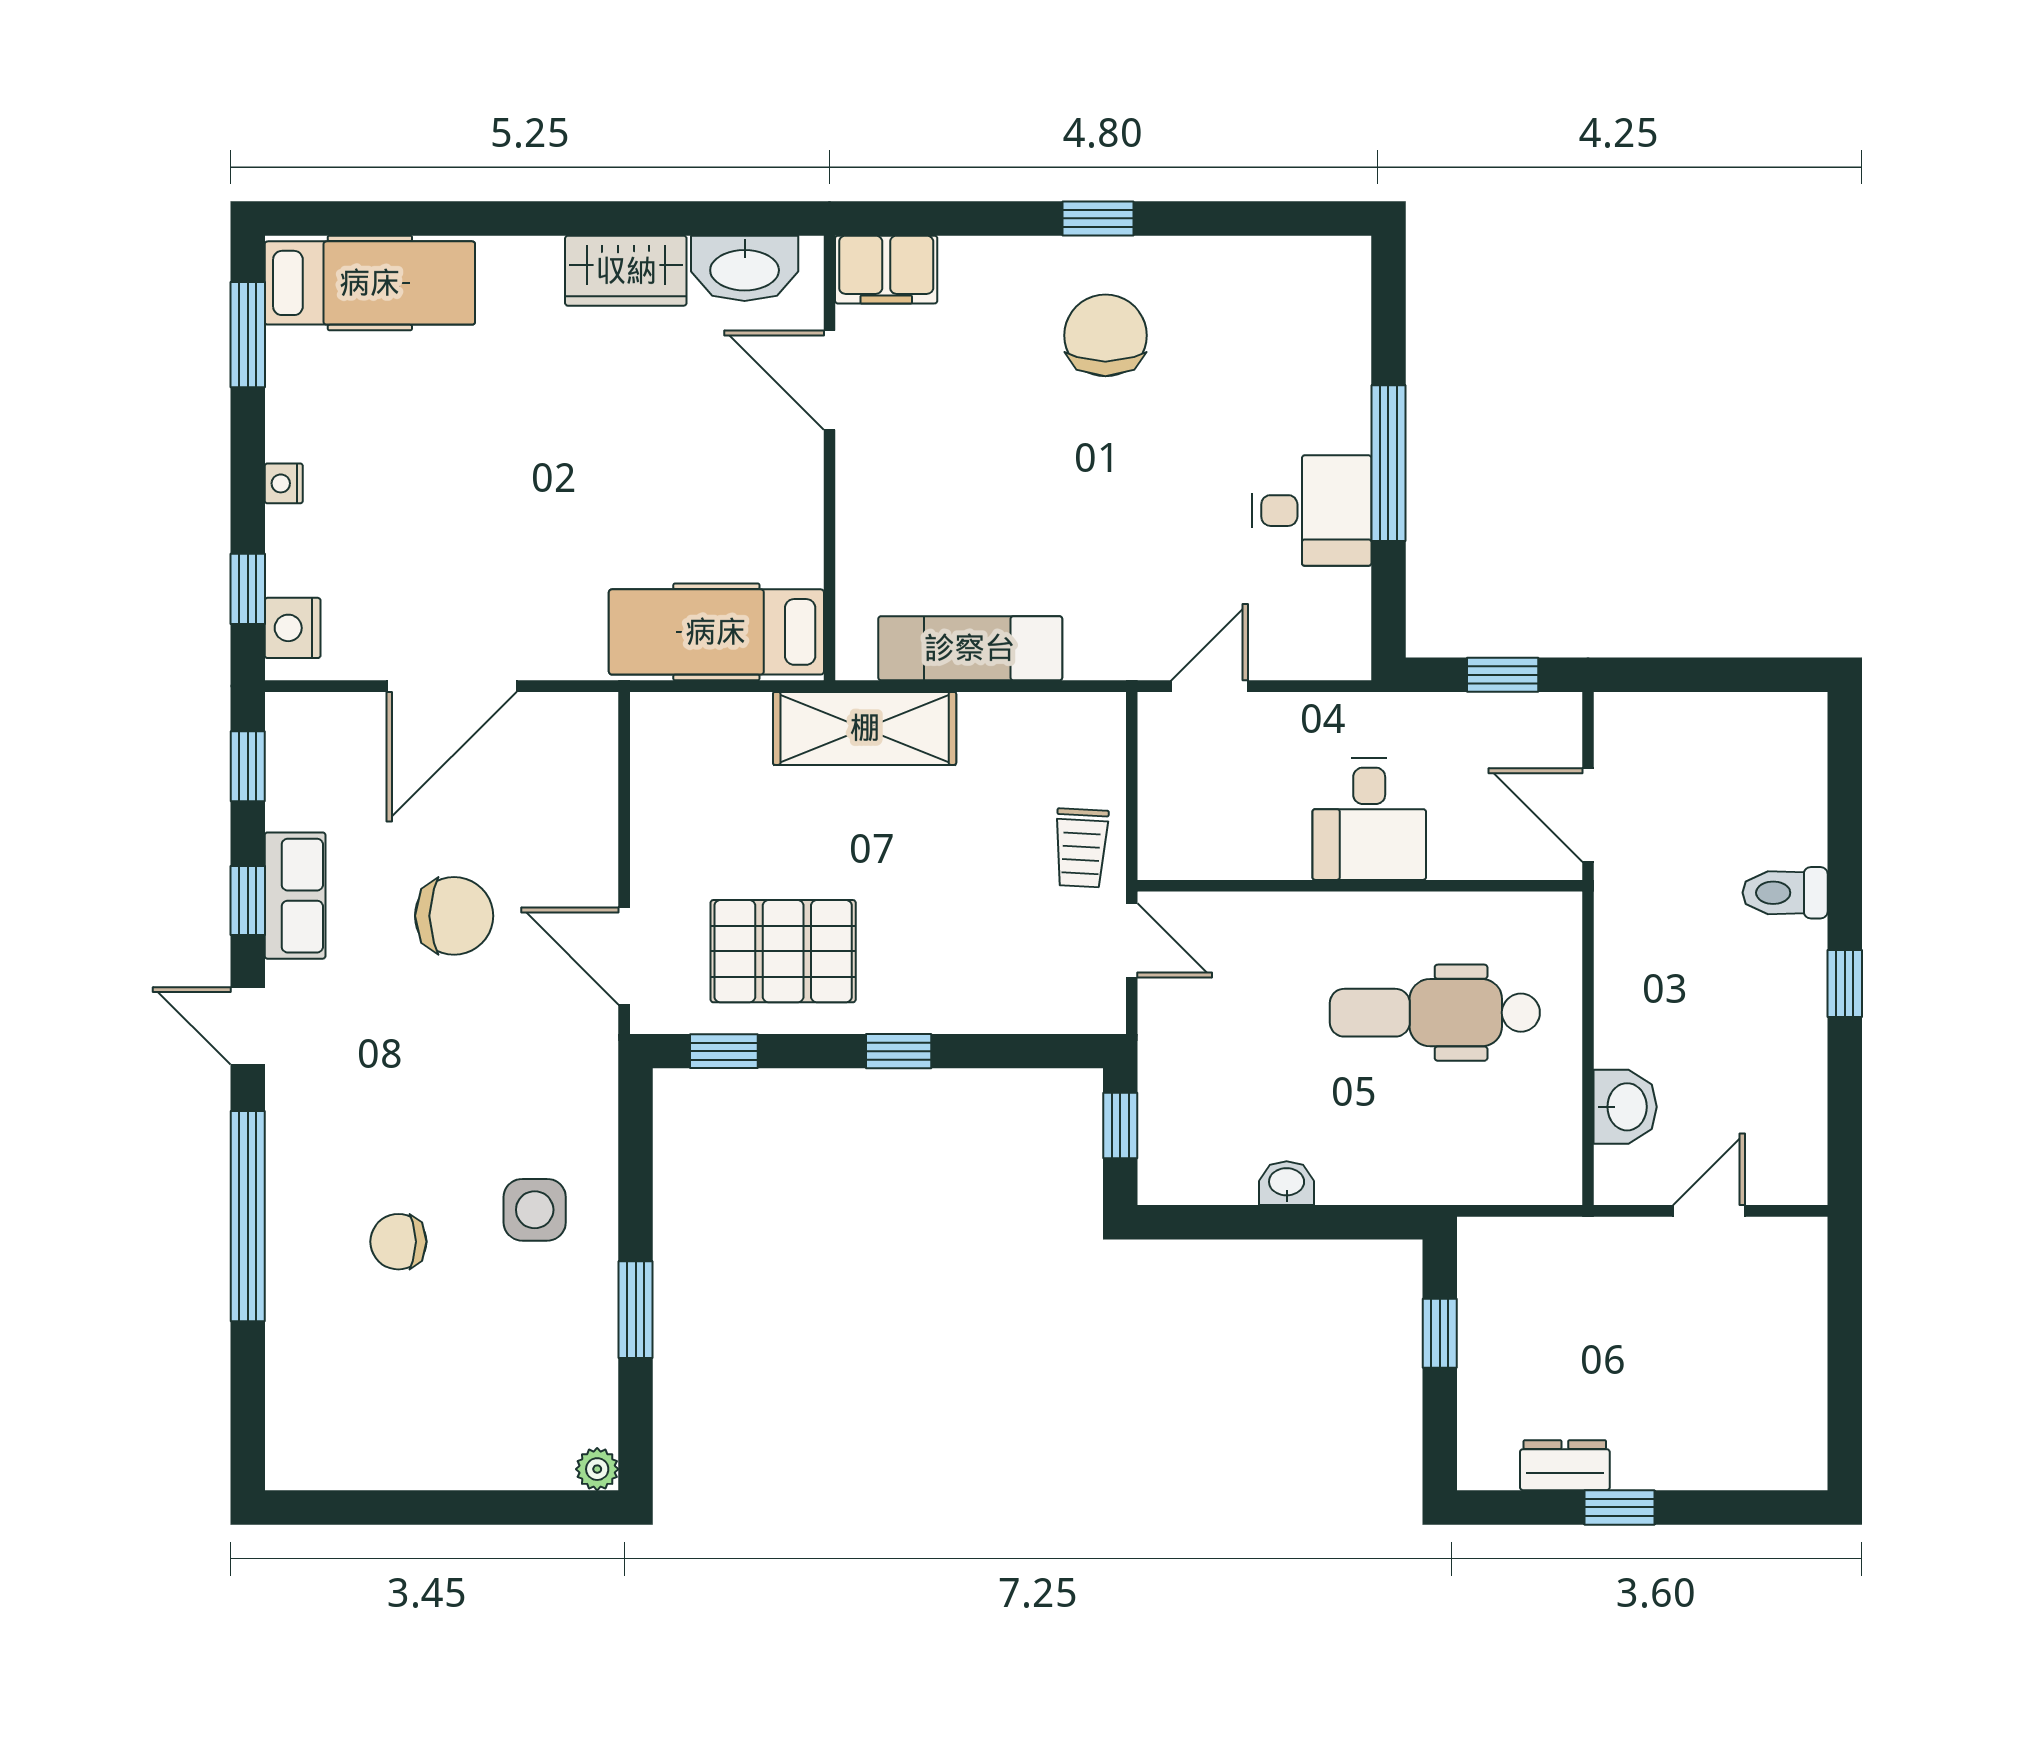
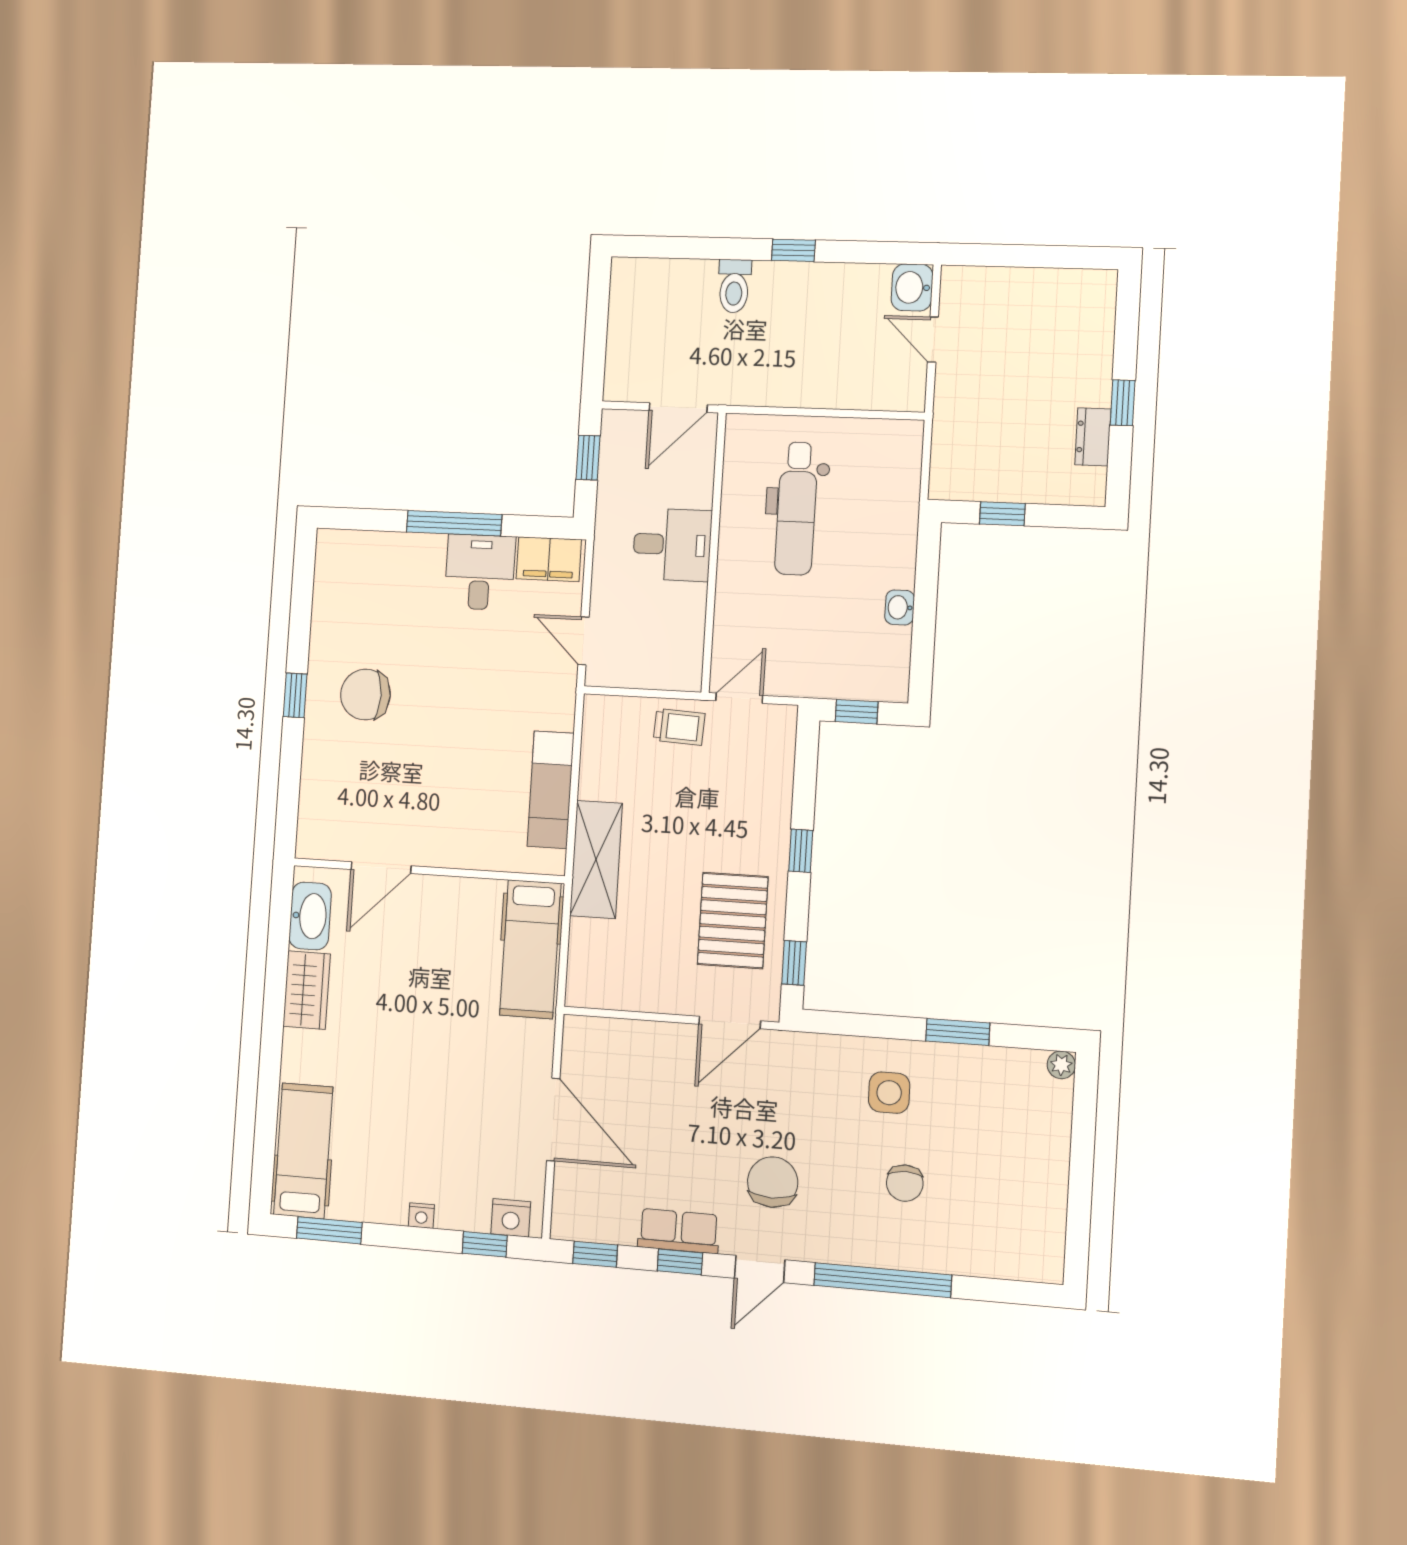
filing cabinet: (886, 270) -> (549, 559), moved, turned 90
chair: (454, 916) -> (773, 1182), moved
washbasin: (1625, 1107) -> (912, 287), moved, turned -90

